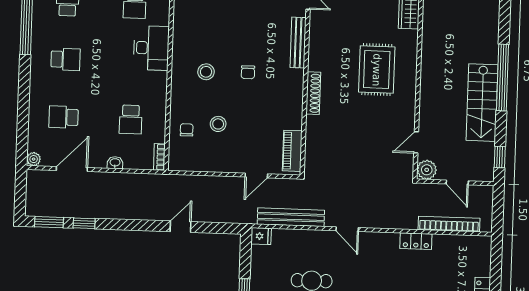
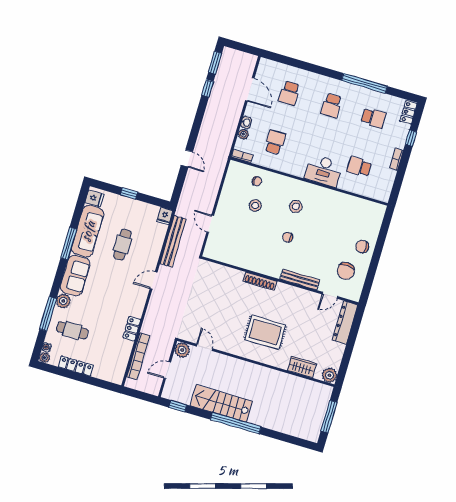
school desk: (64, 117) -> (289, 93), turned 180
school desk: (131, 119) -> (275, 142), turned 90
piano: (292, 151) -> (222, 255), removed
plant: (34, 159) -> (243, 134), moved

